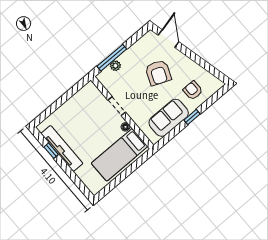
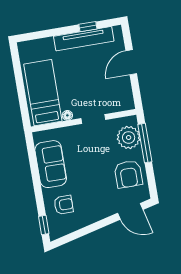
plant: (115, 66) -> (129, 137), width x1.88, depth x1.88
armchair: (158, 73) -> (128, 174), moved, turned -112
door: (58, 103) -> (131, 62), added
window: (192, 117) -> (44, 225), moved

